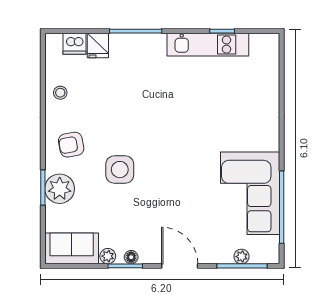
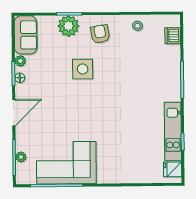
fridge: (98, 46) -> (173, 169), moved

